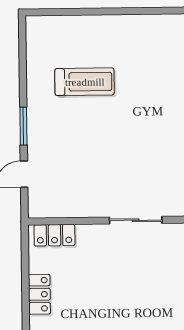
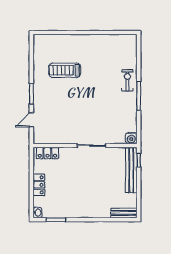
treadmill: (85, 82) -> (65, 70), turned 180

